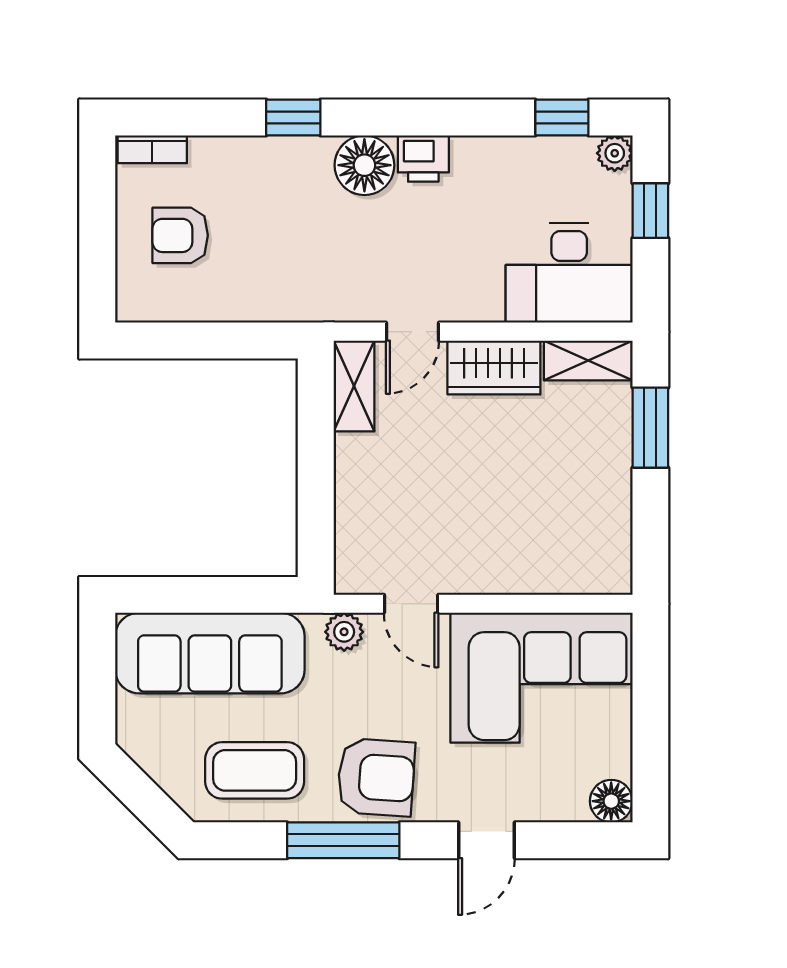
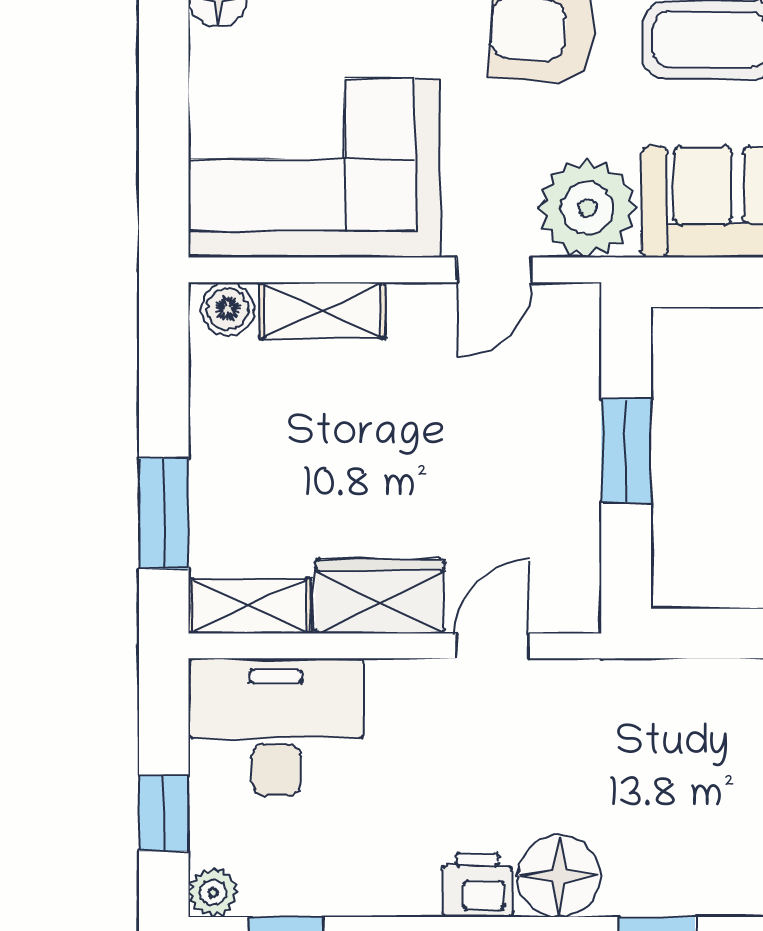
shelving: (354, 386) -> (322, 310), moved, turned 90
window: (316, 473) -> (626, 451), added
boiler: (604, 575) -> (228, 309), added
door: (411, 604) -> (494, 270), swing flipped
plant: (344, 632) -> (587, 208), width x1.87, depth x1.87

